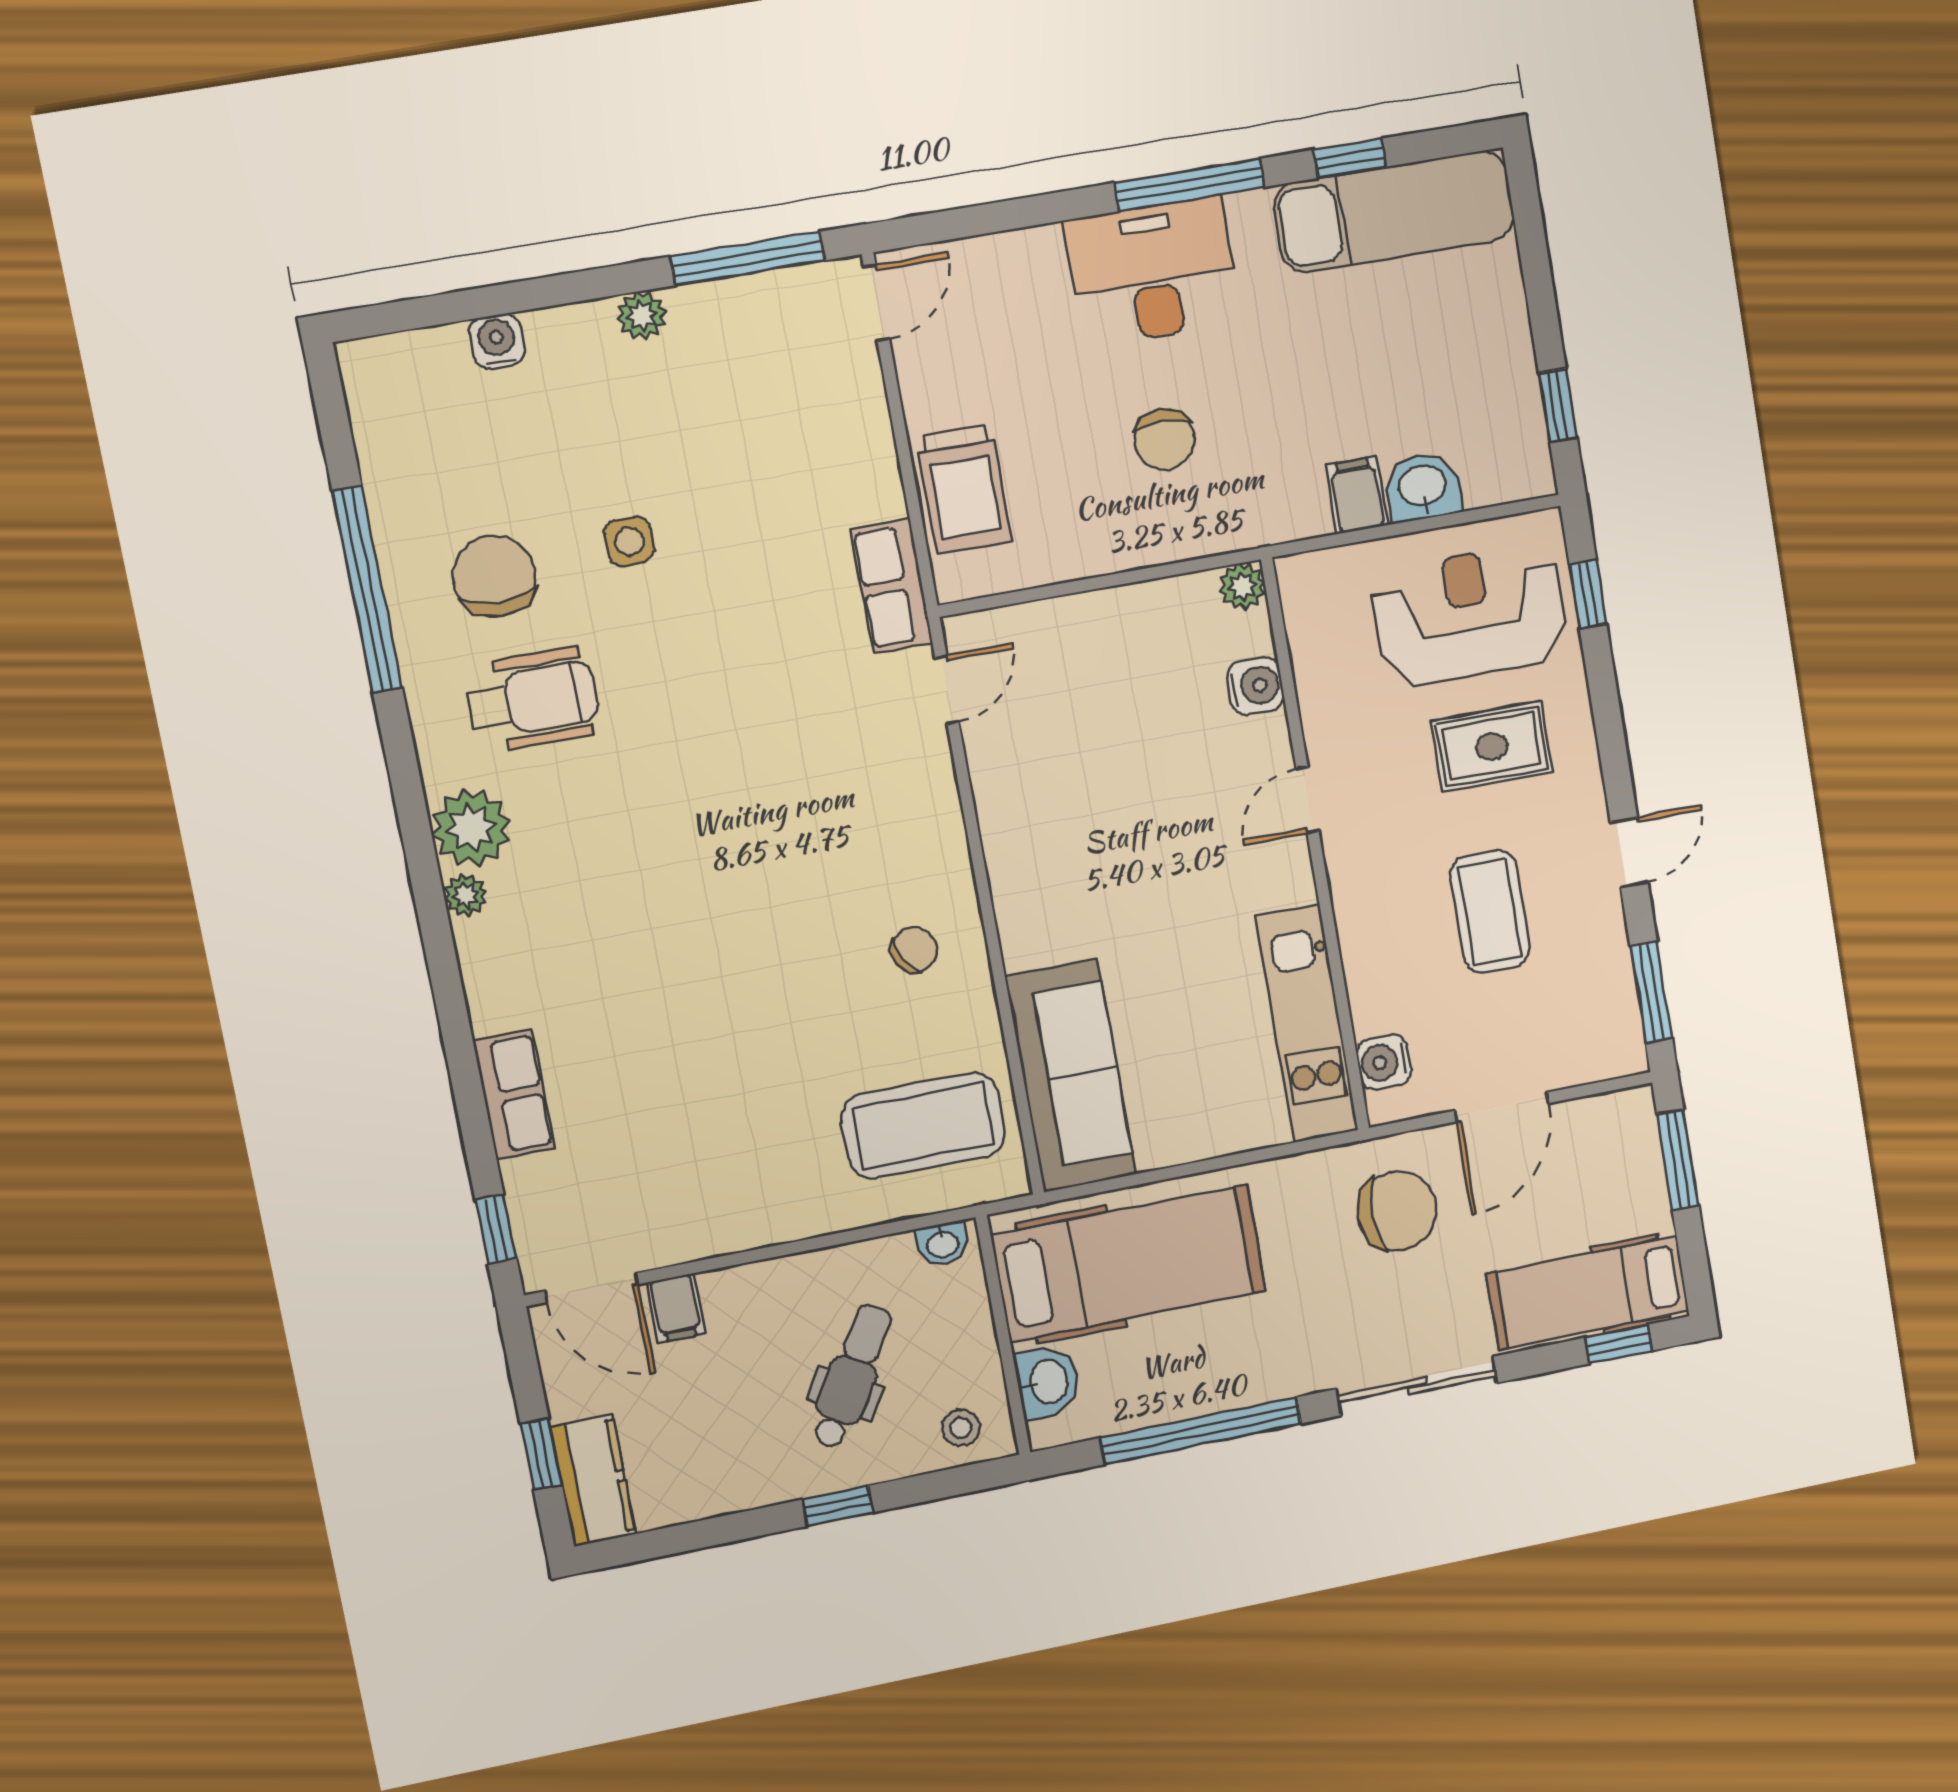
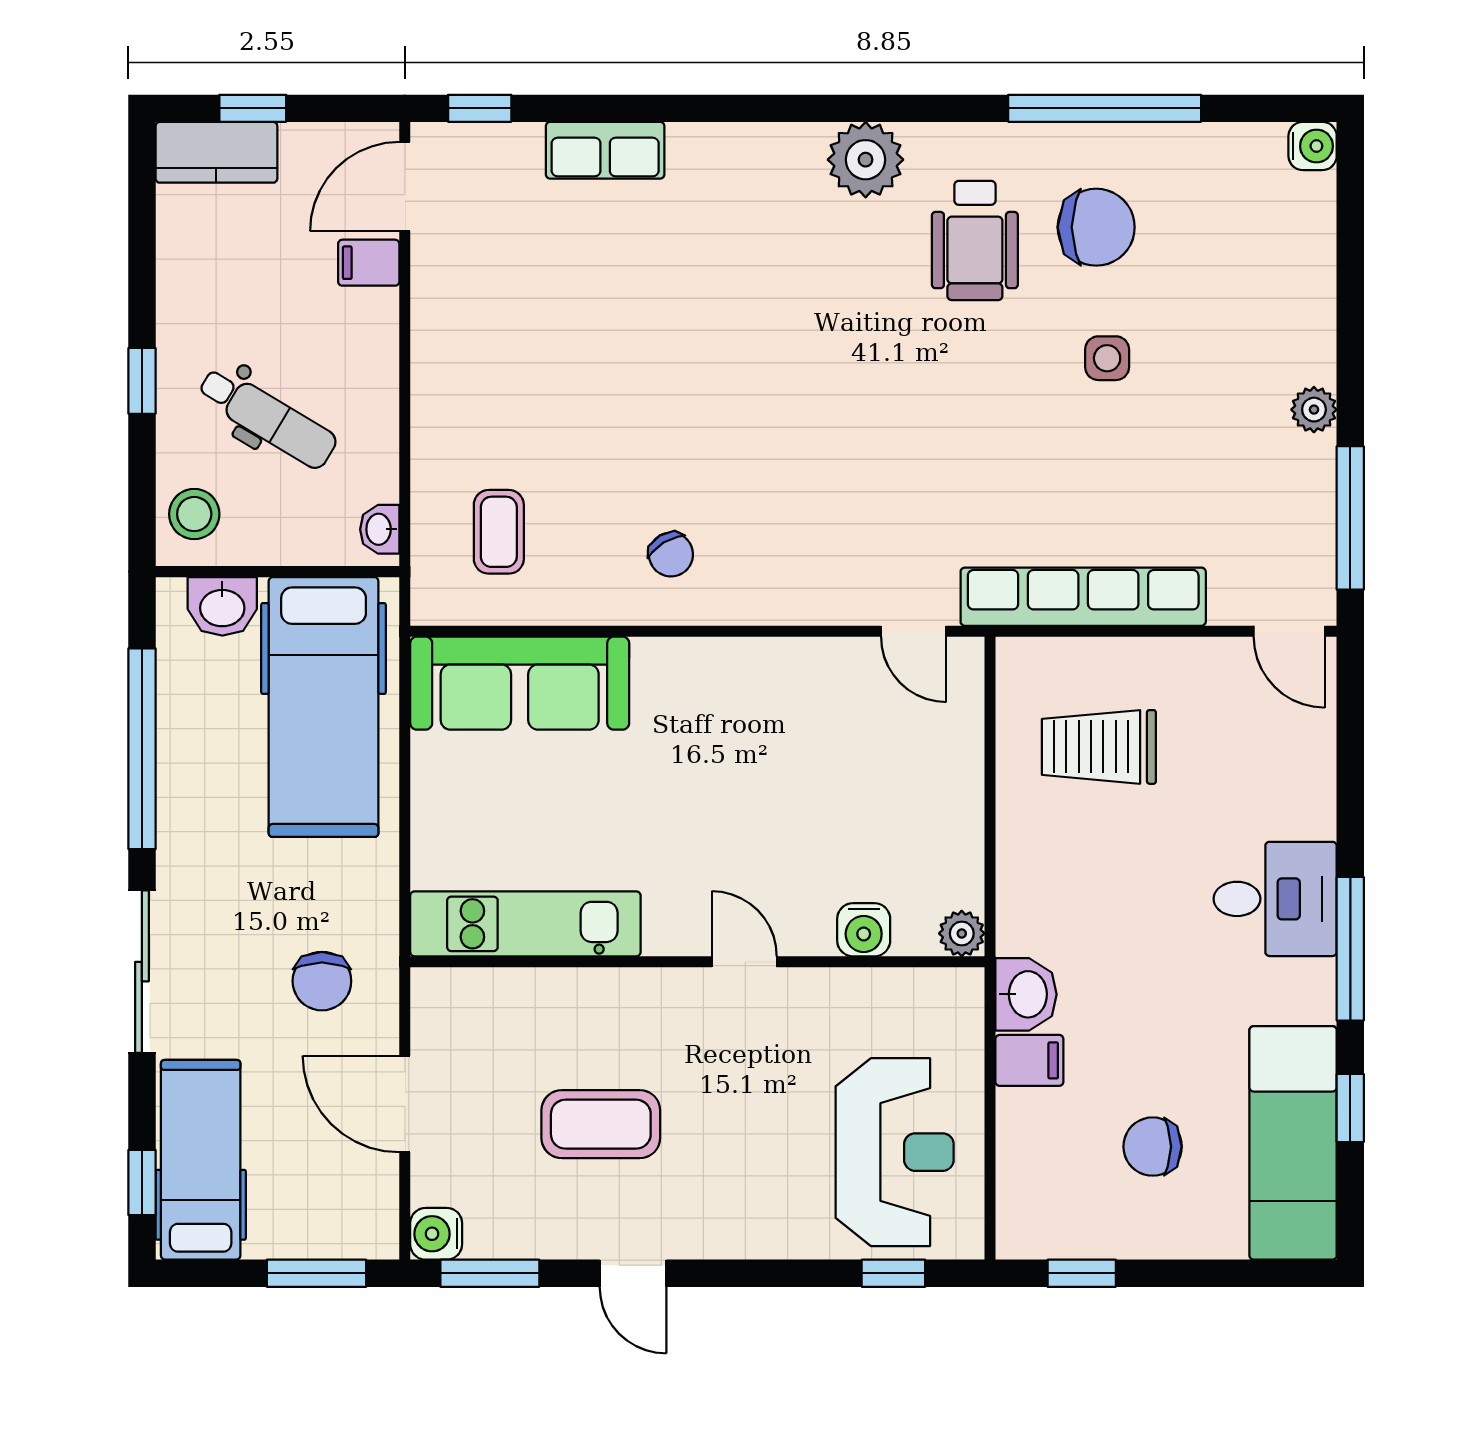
desk: (1153, 271) -> (1275, 899), width x0.73
water cooler: (497, 341) -> (1313, 146), moved
chair: (1165, 439) -> (1153, 1147), moved
washbasin: (1423, 487) -> (1026, 994), moved
trolley: (964, 489) -> (1099, 747), moved
row of seats: (892, 586) -> (1083, 597), width x2.02
rug: (1492, 746) -> (763, 1153), removed
plant: (465, 895) -> (803, 142), removed
water cooler: (1384, 1062) -> (436, 1234), moved, turned -90
coffee table: (923, 1126) -> (499, 532), width x0.54, depth x0.58
chair: (1397, 1211) -> (322, 981), width x0.73, depth x0.73
stool: (961, 1428) -> (194, 514), width x1.37, depth x1.37

